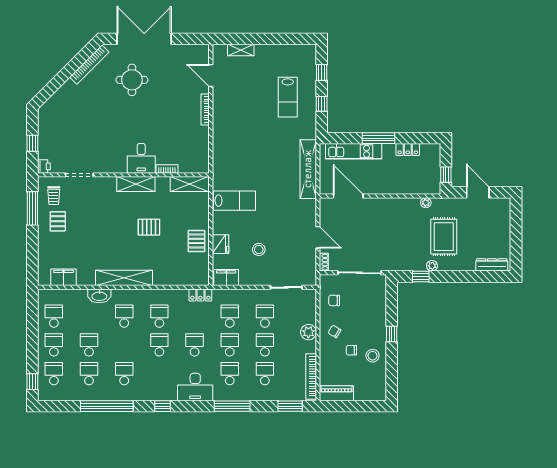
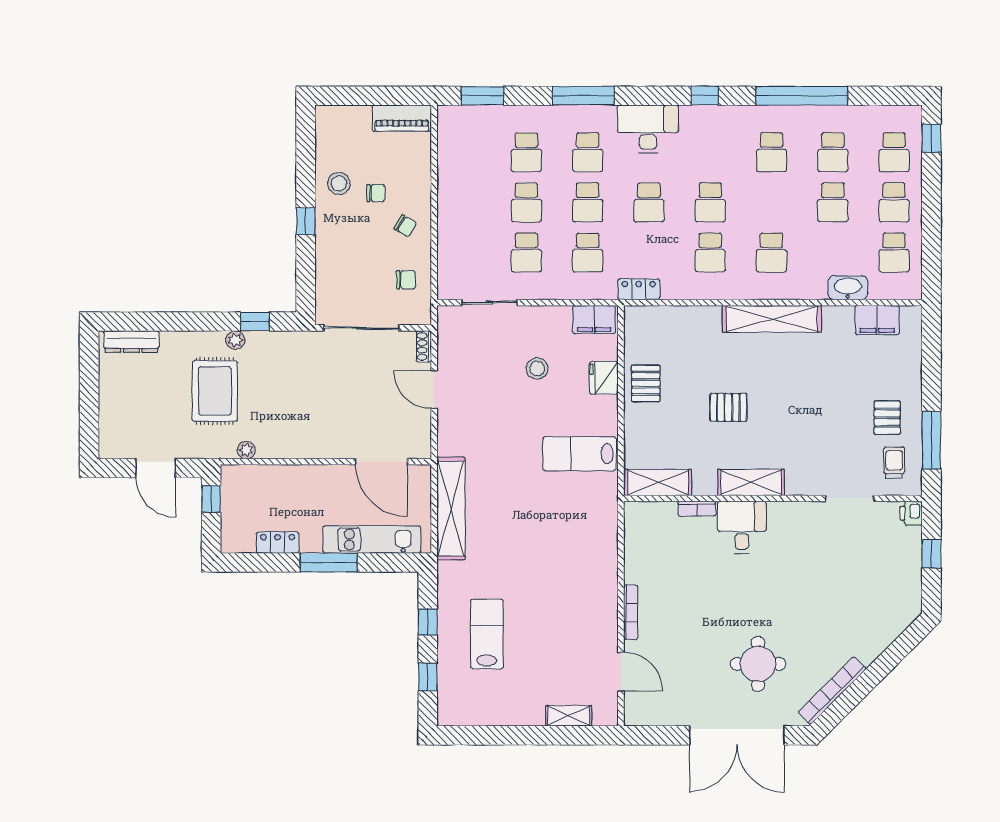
washbasin: (99, 296) -> (848, 288), moved
plant: (308, 332) -> (451, 225), removed
bookcase: (311, 376) -> (446, 147), removed

